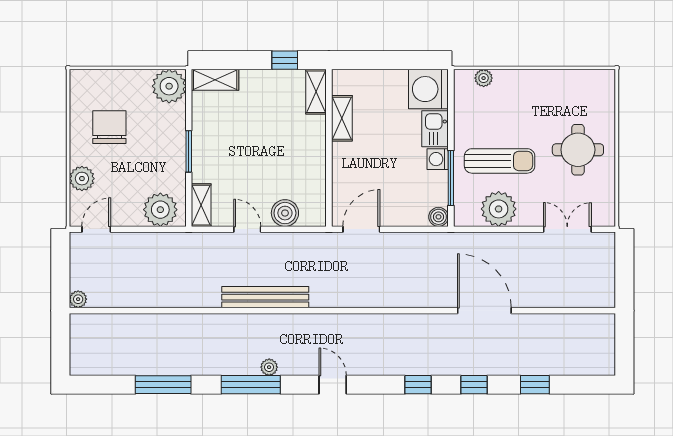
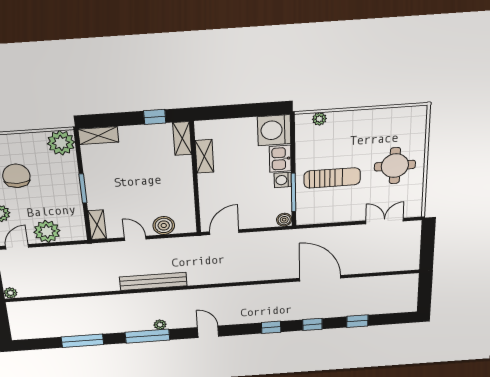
plant: (499, 209) -> (331, 211), removed
plant: (160, 210) -> (47, 231), moved

